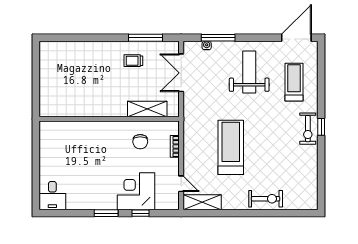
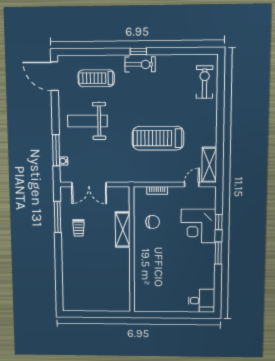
shelving: (147, 109) -> (123, 230), moved
exercise bike: (266, 199) -> (205, 82), moved

